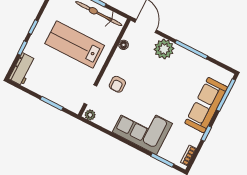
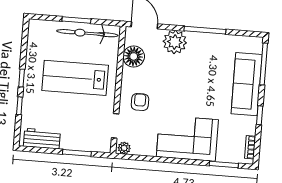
floor lamp: (124, 45) -> (134, 56), width x1.89, depth x1.89
workbench: (22, 69) -> (42, 139), moved, turned -90
armchair: (117, 84) -> (140, 102), turned 180

